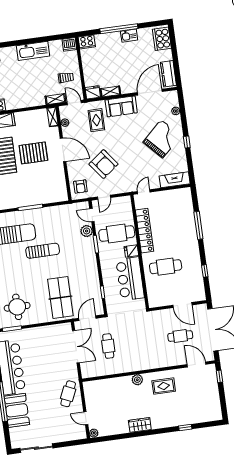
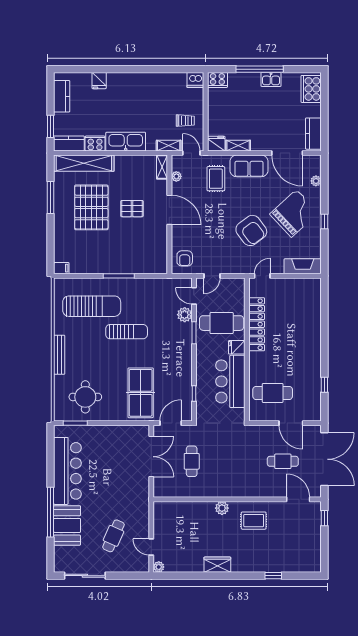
kitchen sink: (33, 51) -> (126, 142), moved, turned 180
door: (150, 92) -> (287, 153), swing flipped
pallet: (33, 153) -> (132, 209), width x0.67, depth x0.71
armchair: (103, 164) -> (251, 230), moved
window: (198, 225) -> (324, 327), removed
cafe table: (166, 267) -> (273, 393), moved
cafe table: (68, 394) -> (113, 536), moved

